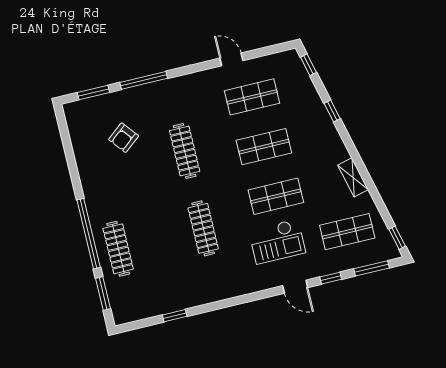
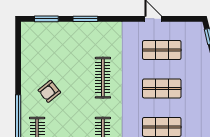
window: (144, 80) -> (85, 19), width x0.69
armchair: (124, 138) -> (49, 91), moved

